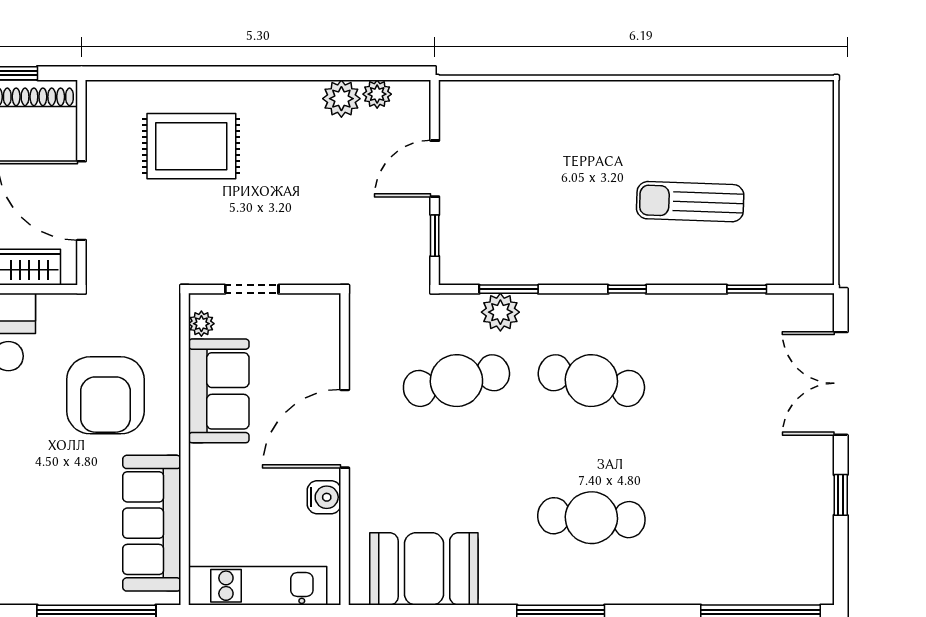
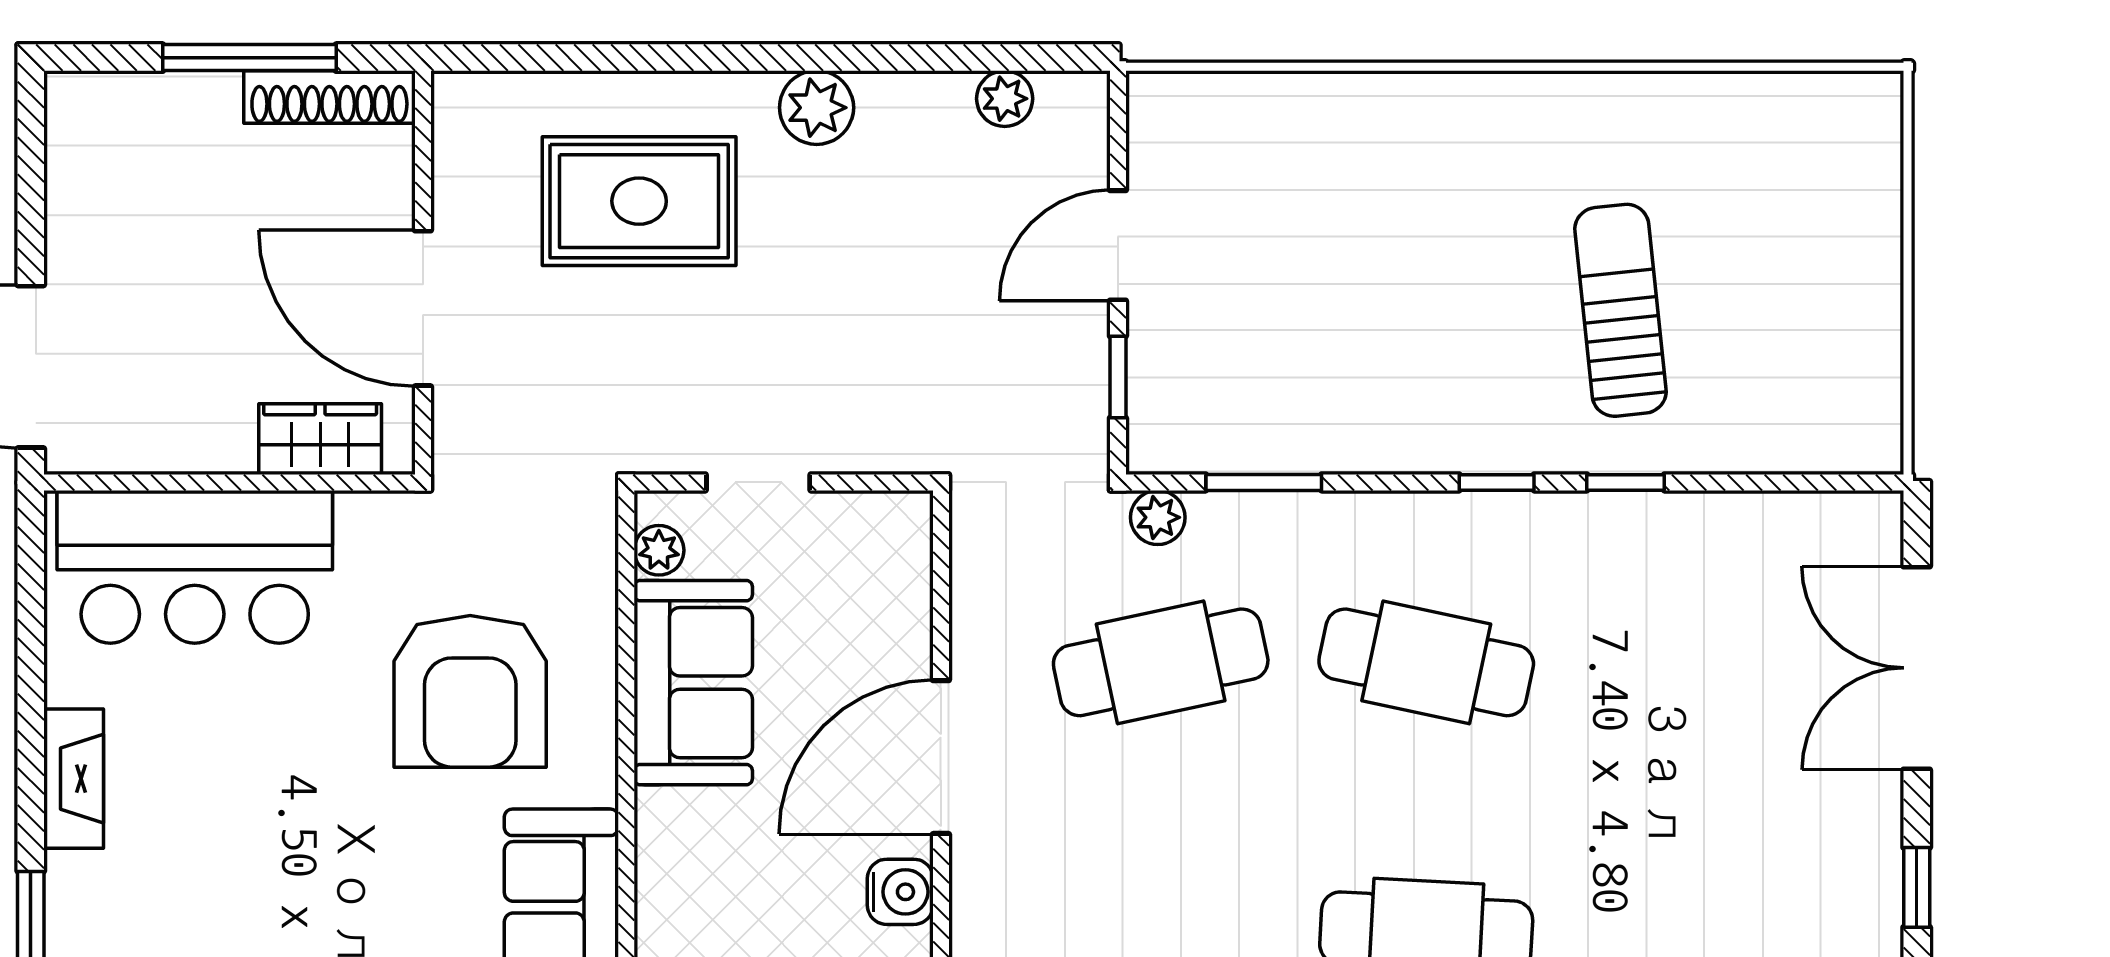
plant: (341, 99) -> (817, 108), moved
sun lounger: (690, 202) -> (1620, 310), turned 82
window: (747, 289) -> (1626, 482), moved
plant: (500, 312) -> (1158, 517), moved, width x0.73, depth x0.73

